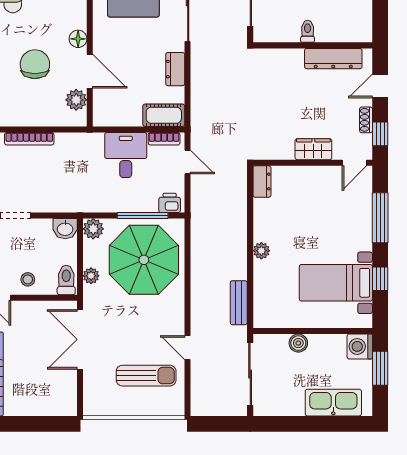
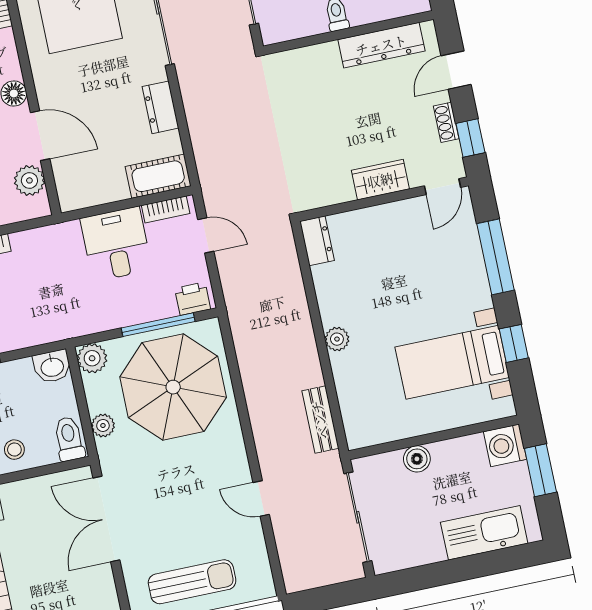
sun lounger: (146, 376) -> (192, 582), moved

